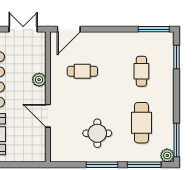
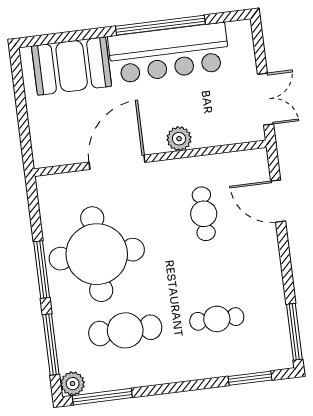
door: (69, 29) -> (278, 201), moved
door: (48, 116) -> (117, 162), width x1.36
round table: (97, 133) -> (97, 254), width x1.86, depth x1.86

